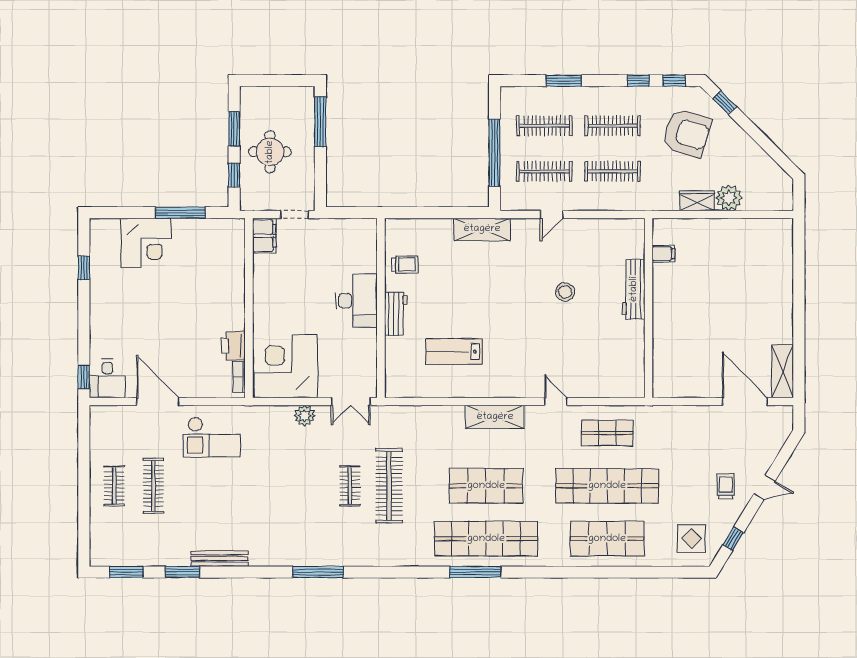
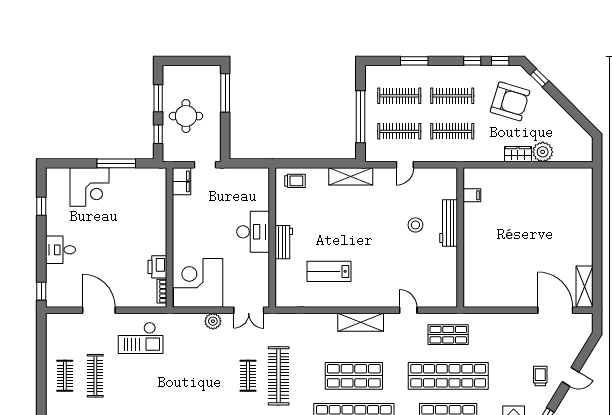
filing cabinet: (663, 254) -> (472, 195), moved
trolley: (405, 264) -> (295, 181), moved
workbench: (634, 289) -> (449, 223), moved
wall: (649, 308) -> (460, 238), moved
desk: (107, 379) -> (61, 250), moved, turned 90

